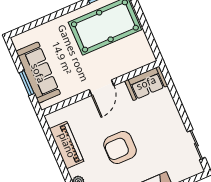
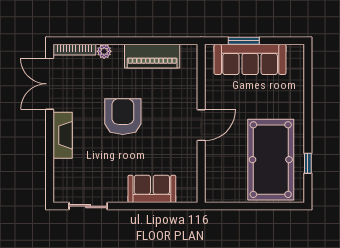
sofa: (146, 83) -> (152, 189), moved, turned 90
door: (102, 88) -> (201, 125), swing flipped

